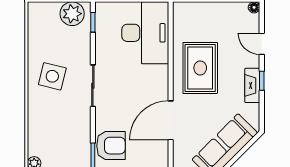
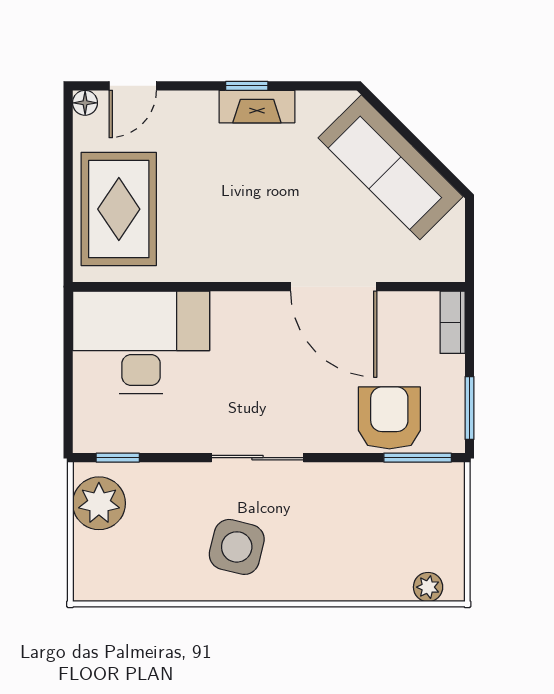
door: (262, 44) -> (133, 86), moved
rug: (200, 68) -> (119, 209), moved, turned 90

